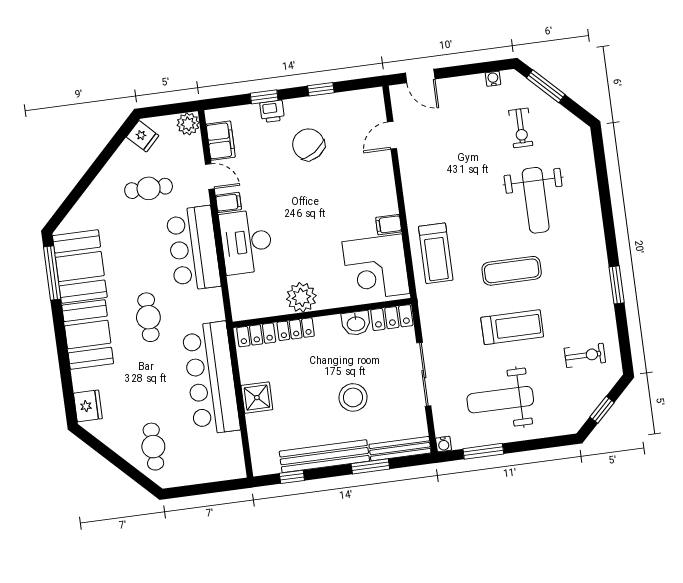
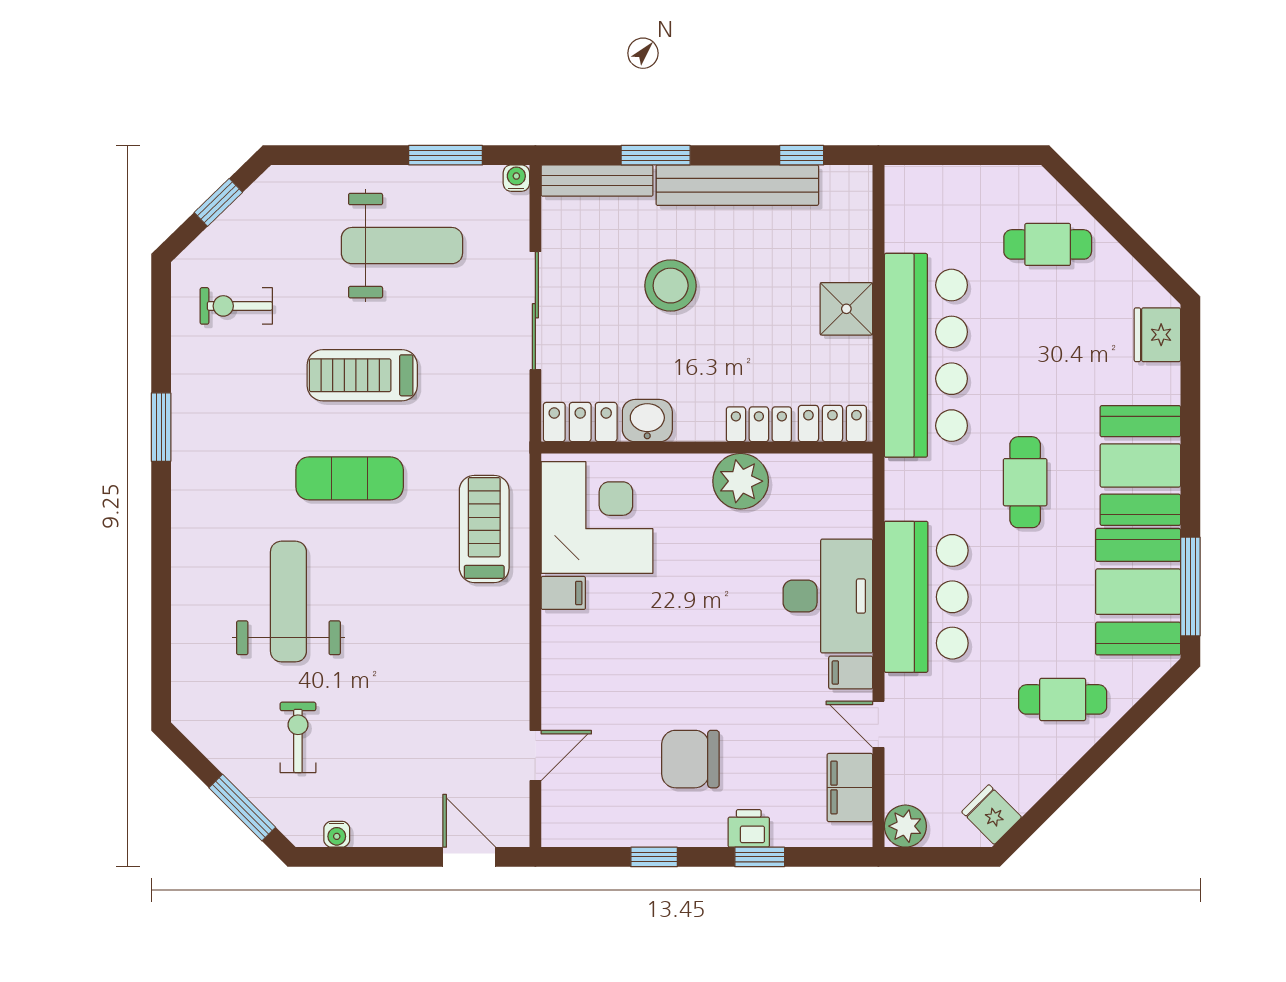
chair: (308, 144) -> (690, 759), turned 124
cafe table: (149, 188) -> (1063, 699), moved
cafe table: (153, 447) -> (1048, 244), turned 90

